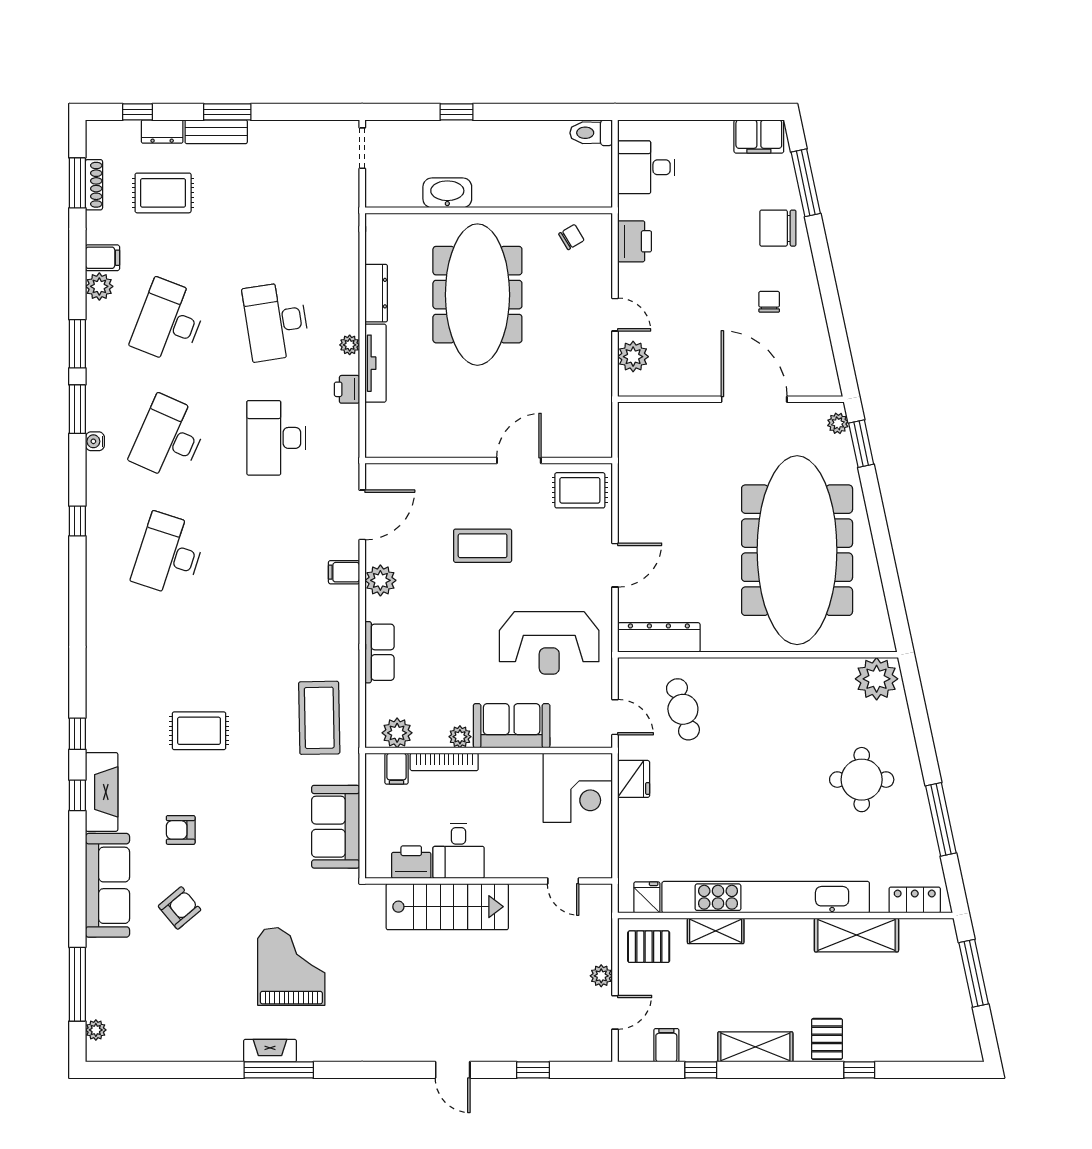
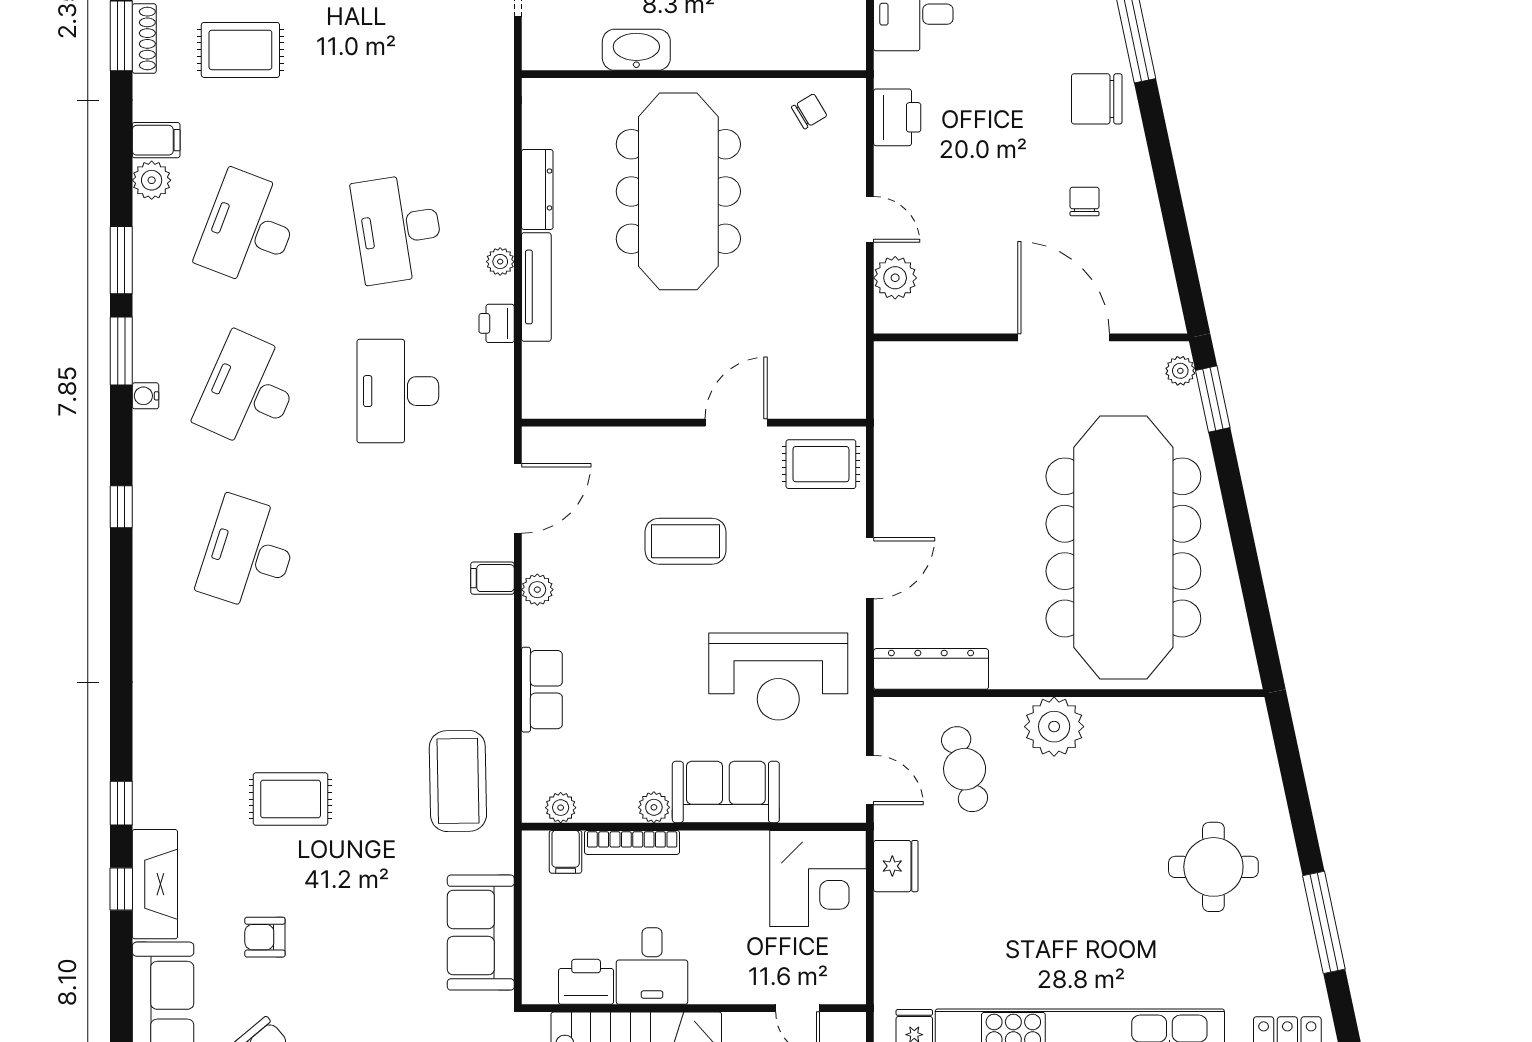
plant: (380, 580) -> (537, 590), width x0.73, depth x0.73
plant: (877, 679) -> (1054, 727), moved
plant: (397, 733) -> (561, 808), width x0.73, depth x0.73

